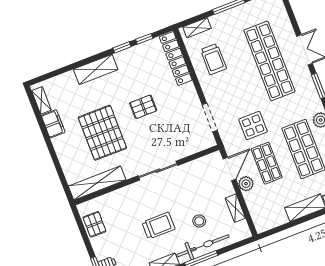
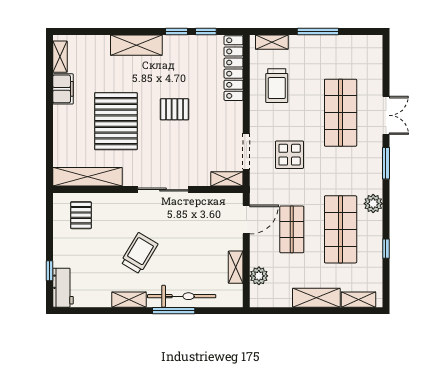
shop shelf: (269, 61) -> (341, 113), width x0.71
display table: (253, 126) -> (290, 155), moved
shelving: (203, 144) -> (227, 179), added
plant: (246, 184) -> (259, 276), moved
stool: (199, 221) -> (188, 266), removed
pallet: (94, 224) -> (81, 215), moved
trolley: (158, 226) -> (139, 253), turned -59

